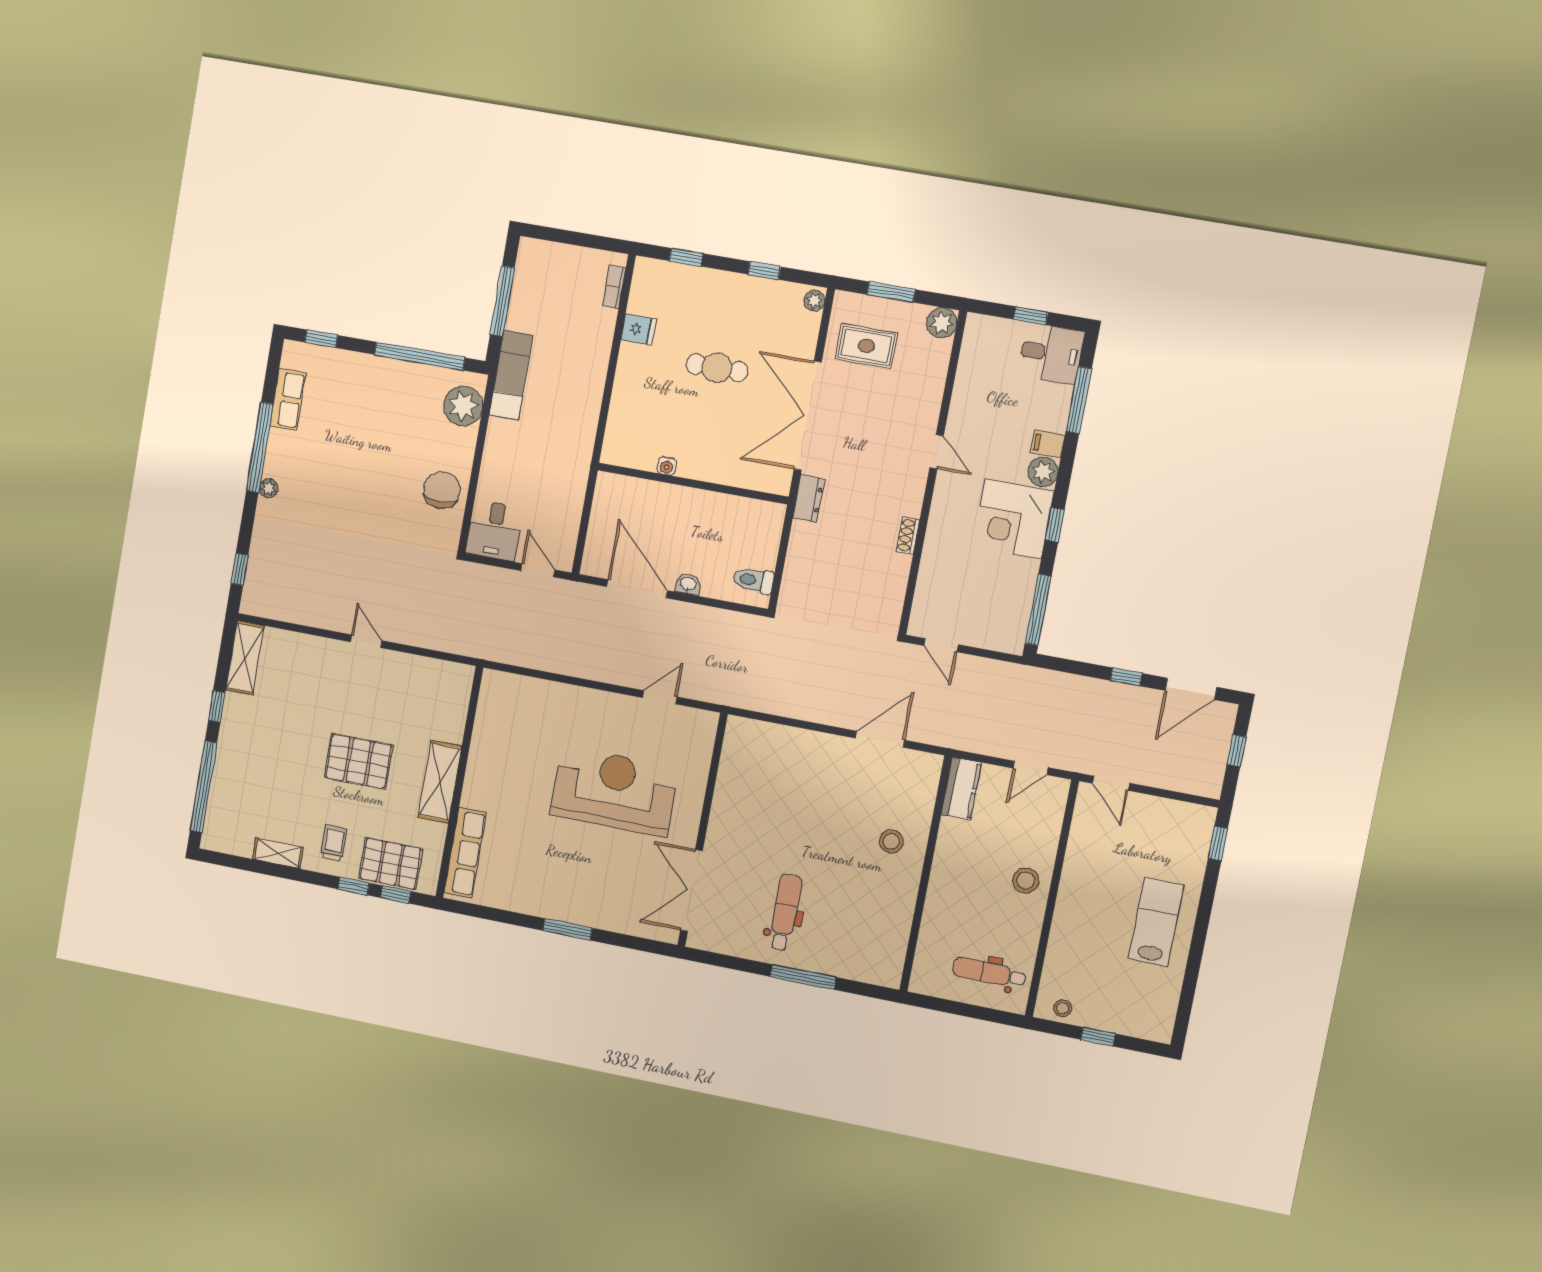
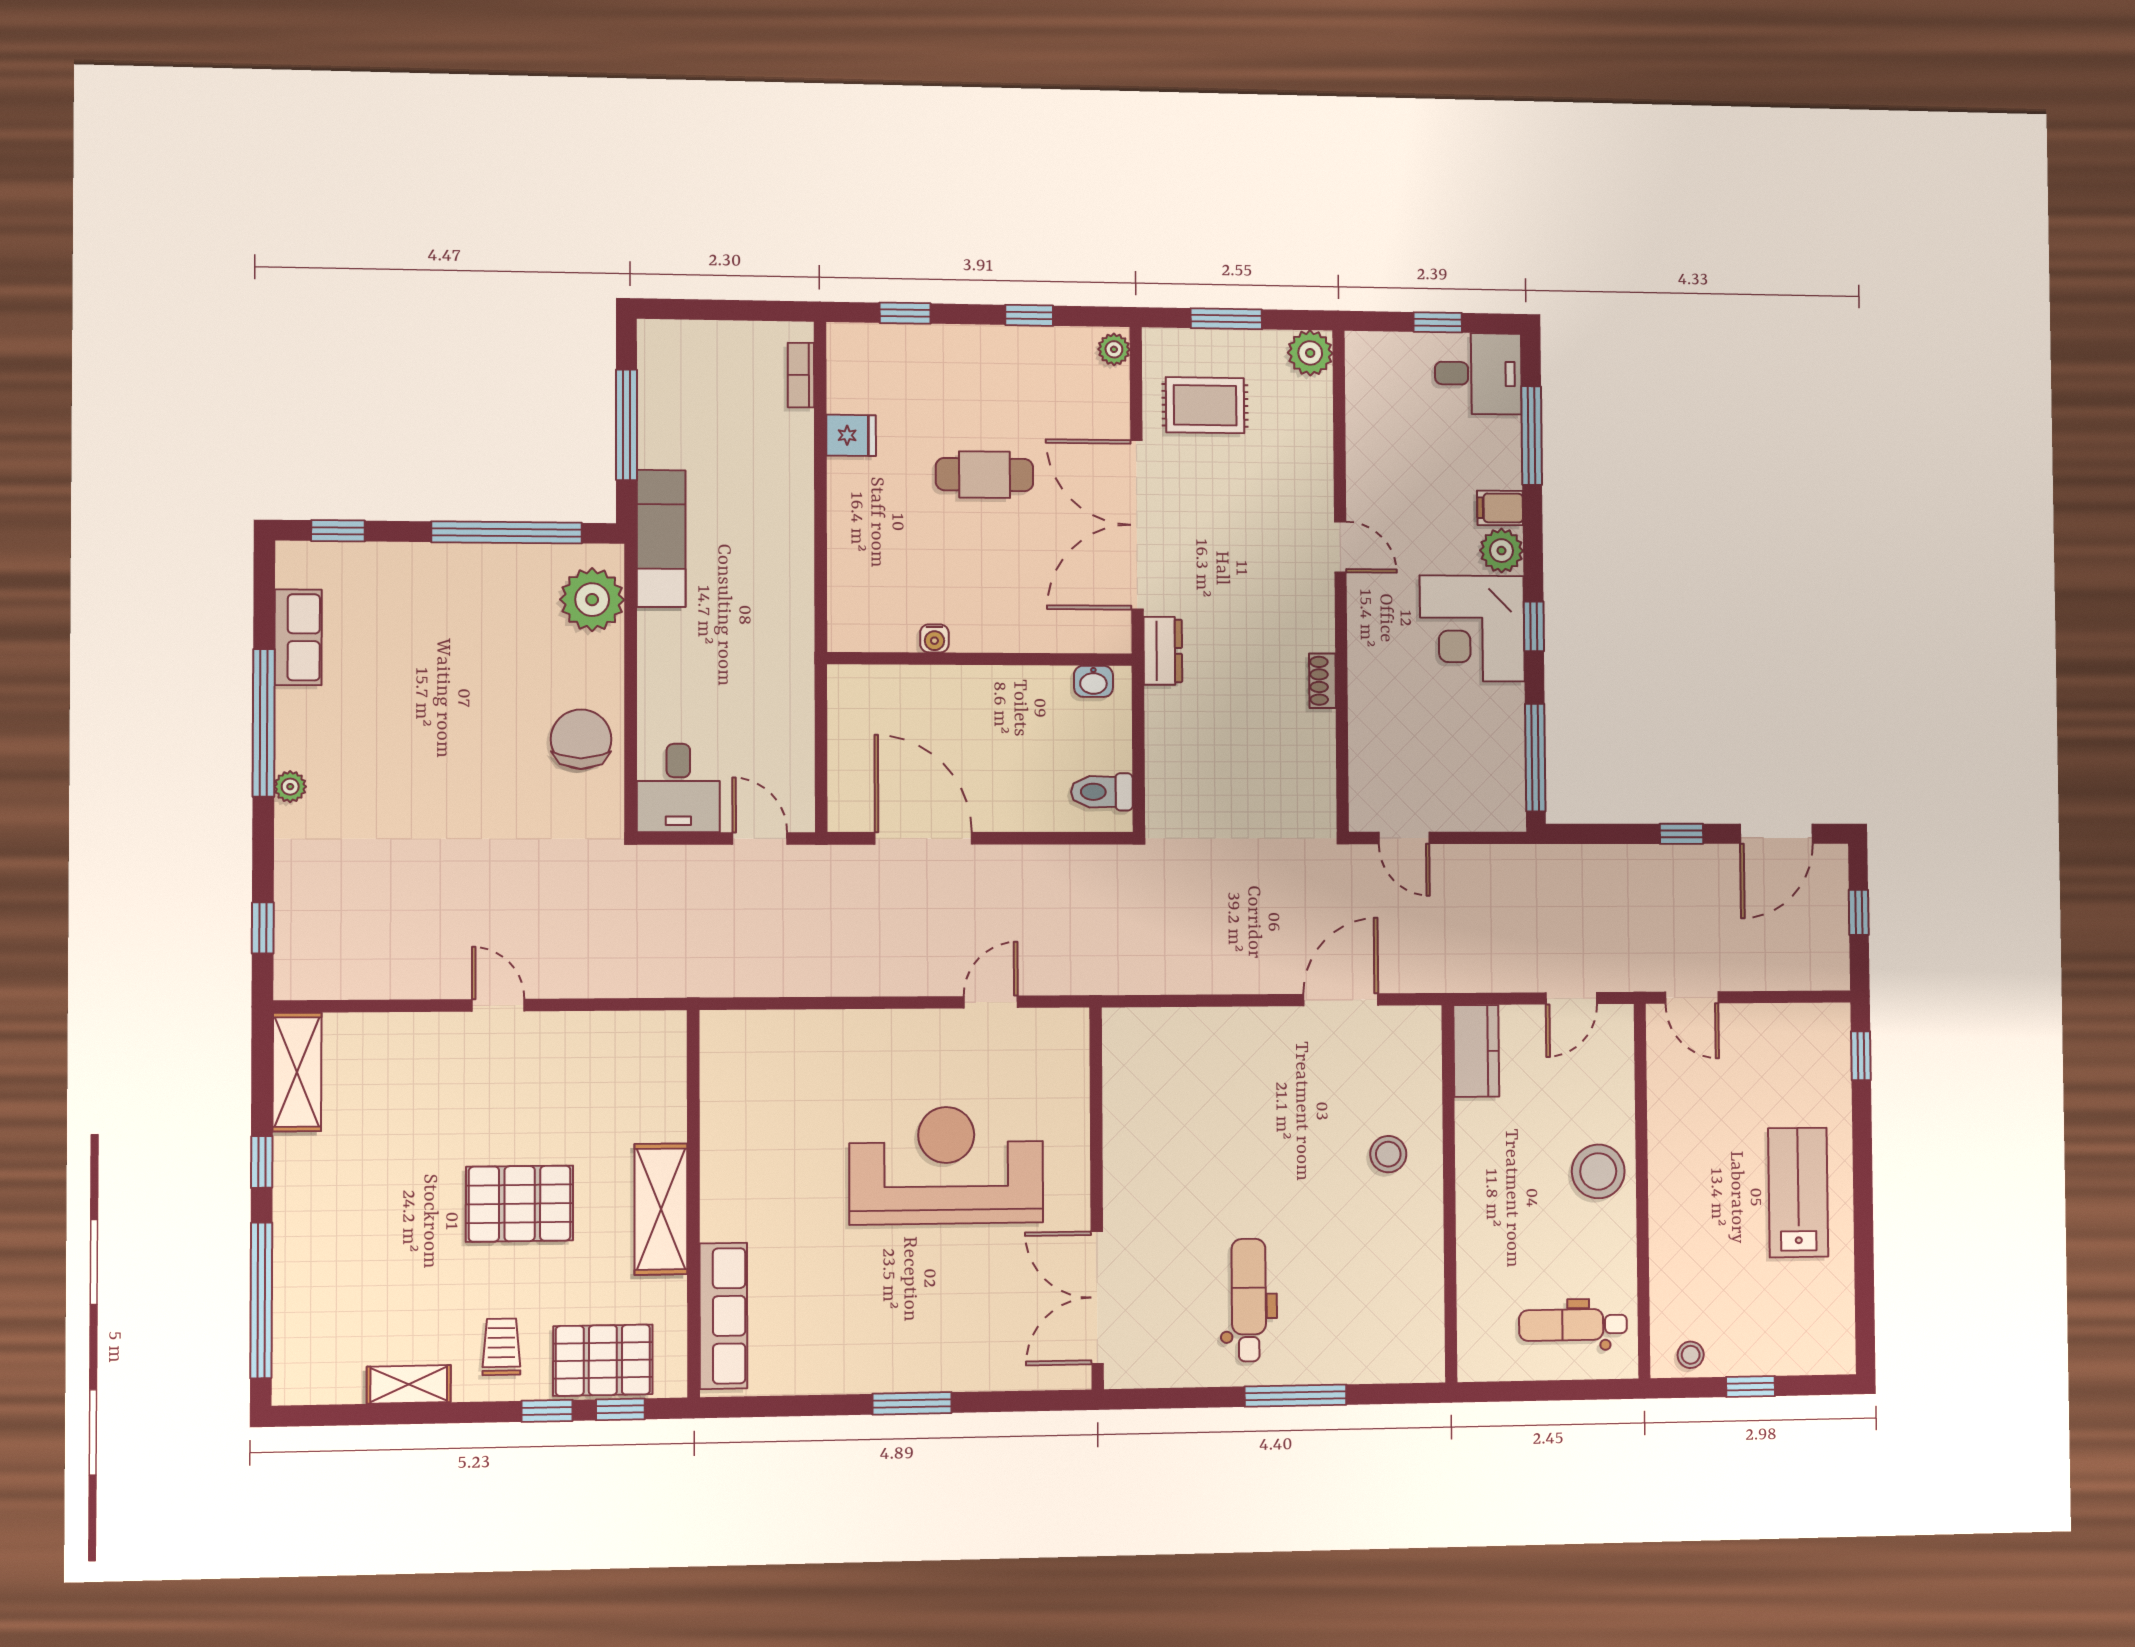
washbasin: (688, 584) -> (1093, 681), moved, turned 180
stool: (1026, 881) -> (1598, 1171), width x1.38, depth x1.38

